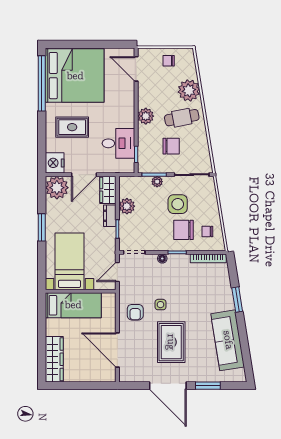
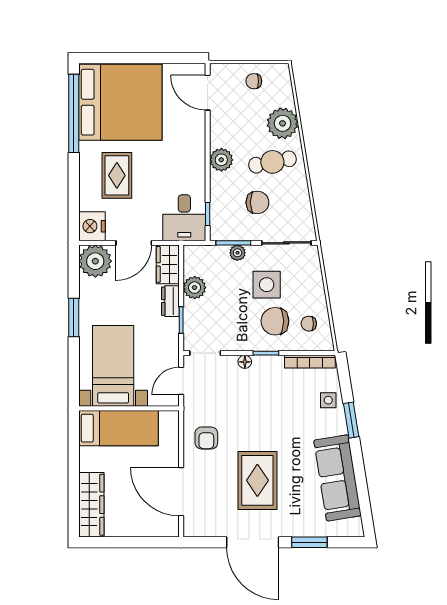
rug: (72, 127) -> (117, 175), turned 90
desk: (118, 143) -> (184, 218), moved, turned 90
side table: (160, 305) -> (328, 400), moved

